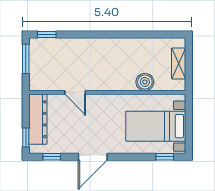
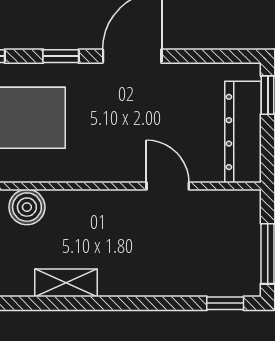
shelving: (126, 44) -> (66, 283), added
window: (52, 157) -> (61, 56), moved

